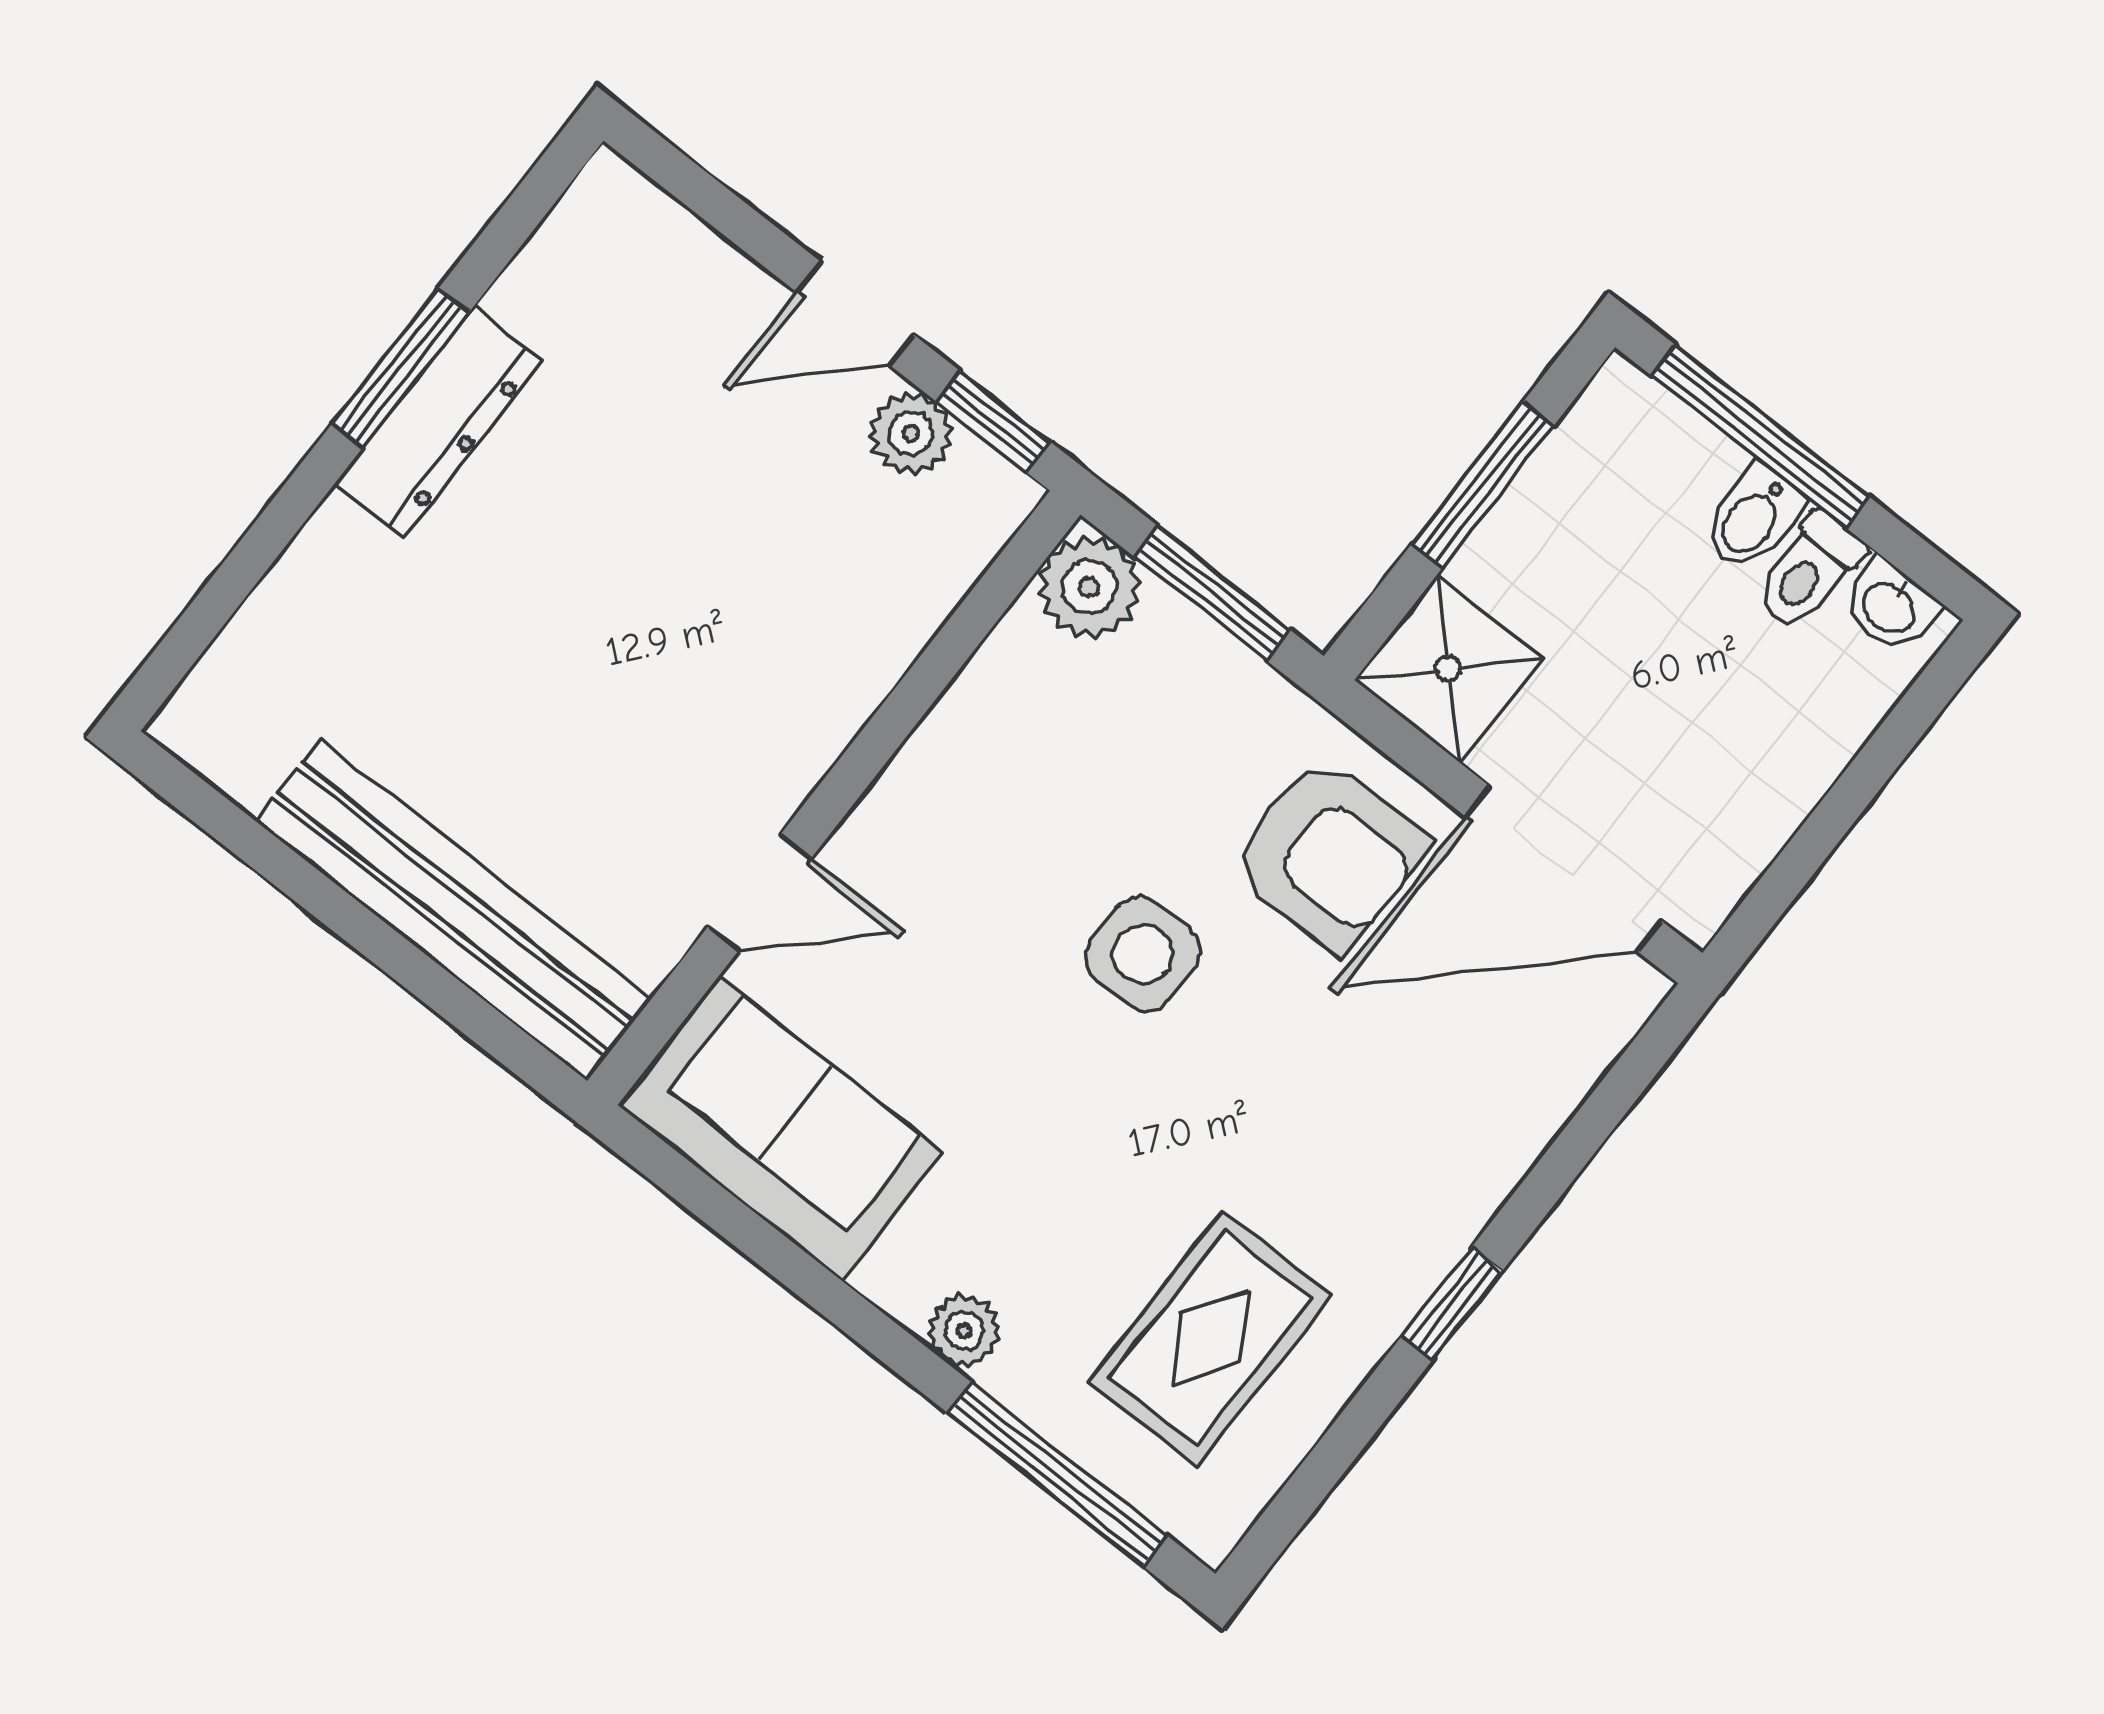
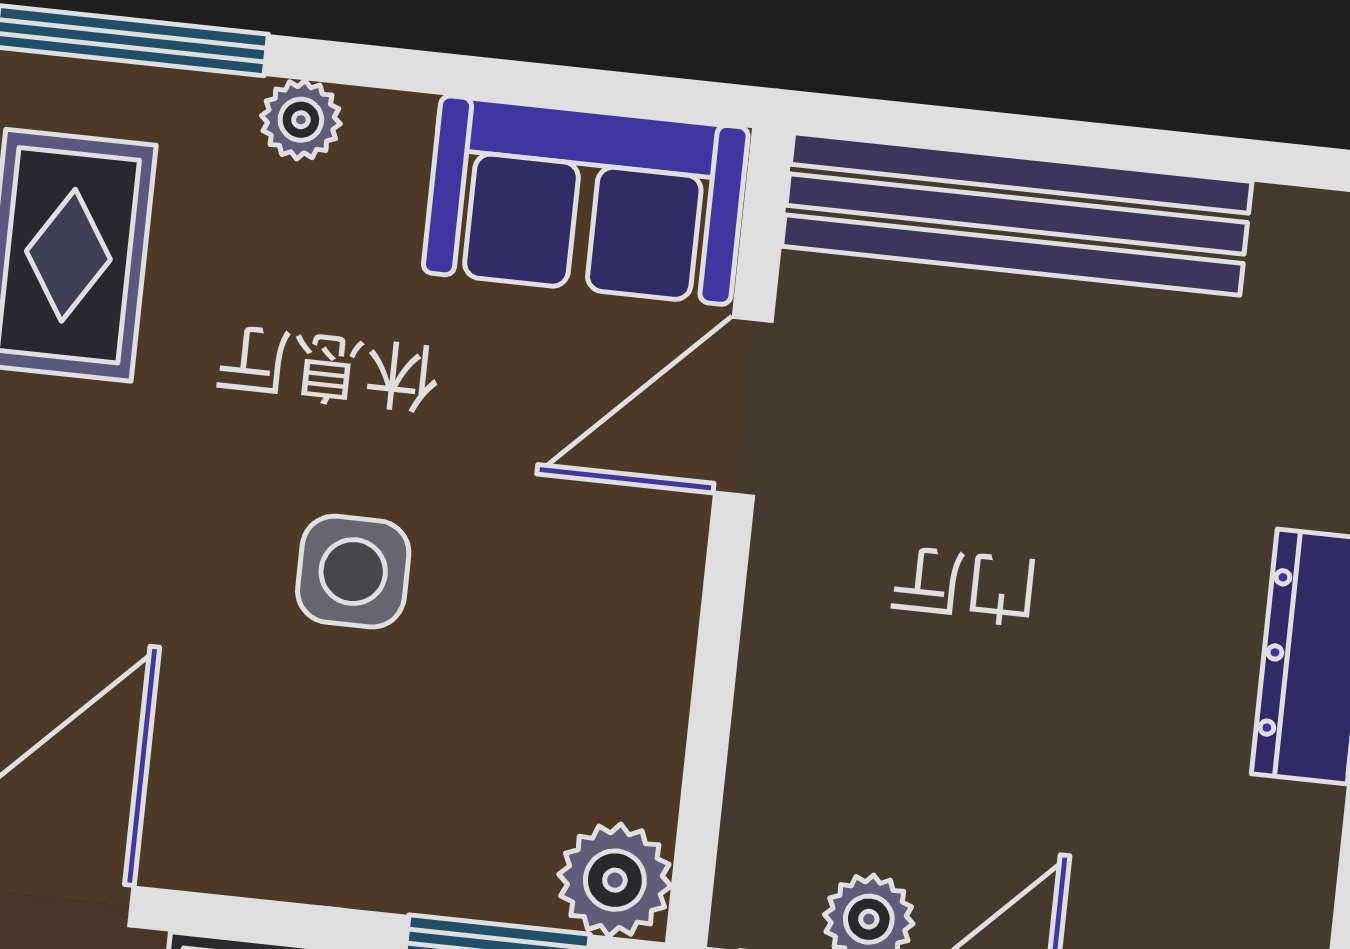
armchair: (1329, 854) -> (239, 772), removed
door: (760, 893) -> (743, 407), width x1.38

